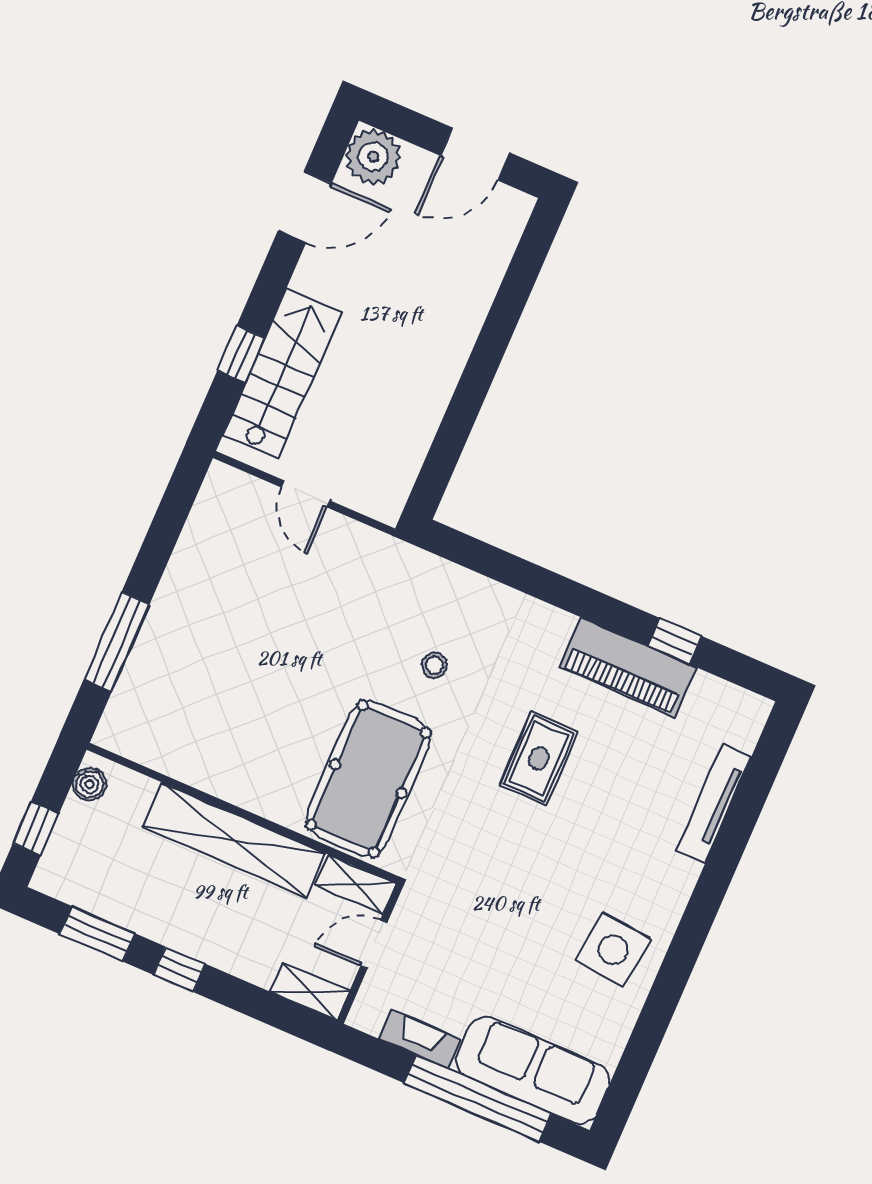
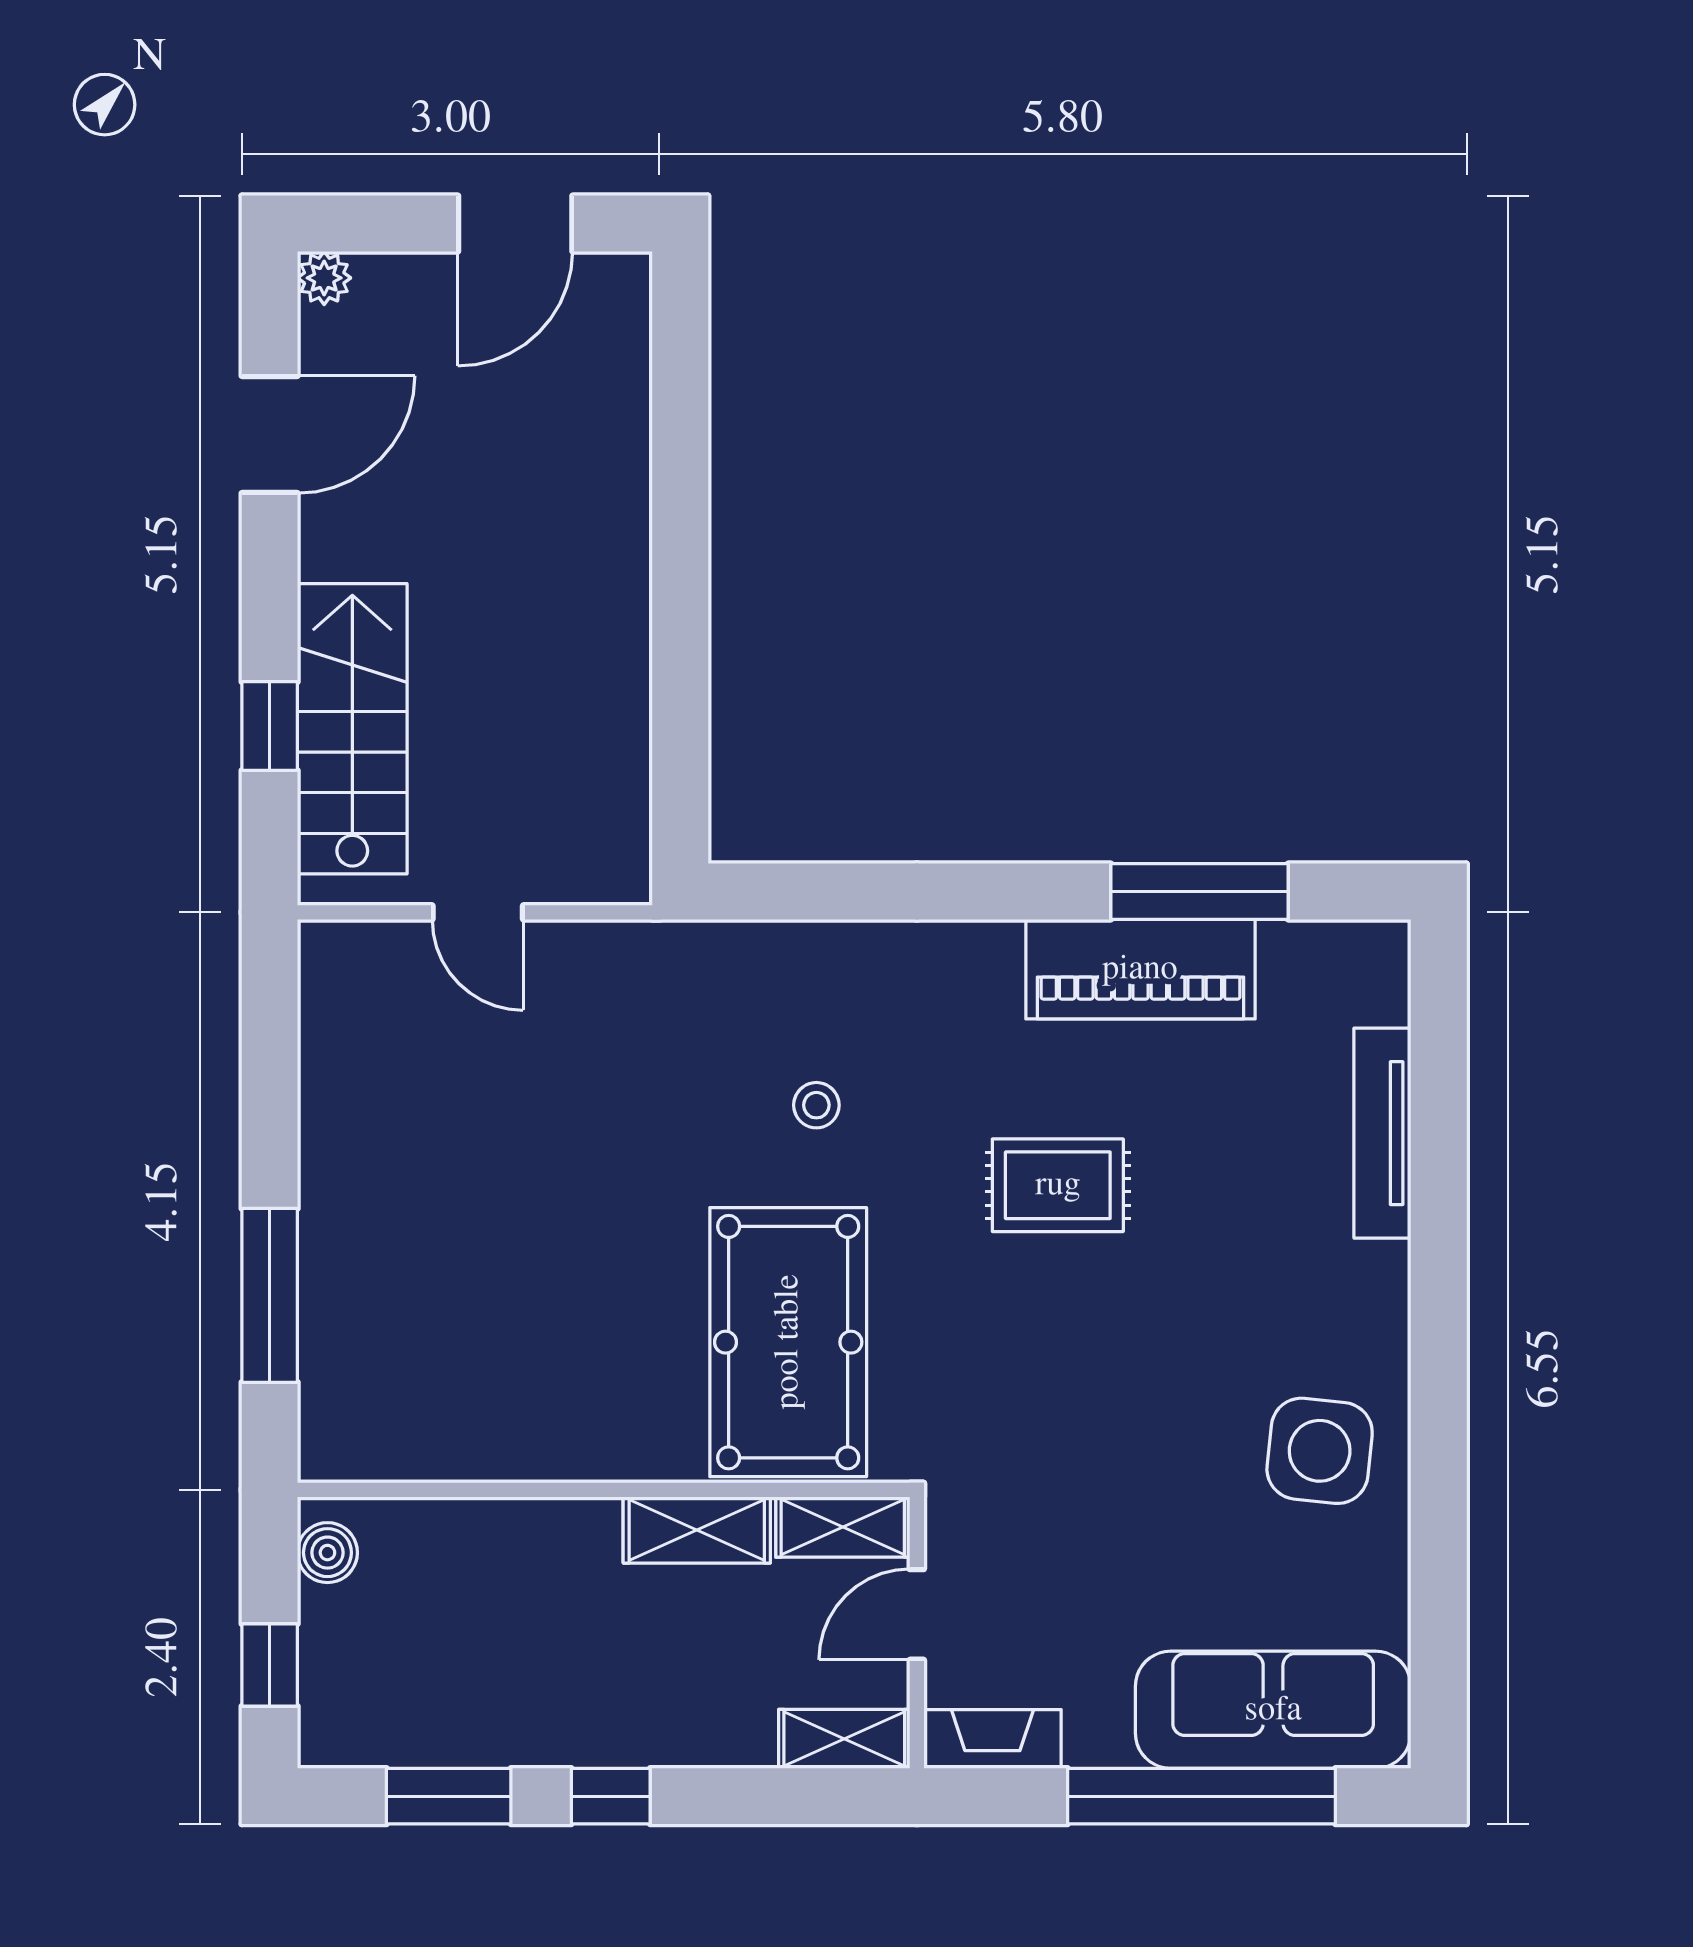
plant: (373, 157) -> (324, 278), width x0.53, depth x0.53
window: (675, 641) -> (1200, 891), width x2.17
rug: (539, 758) -> (1058, 1185), turned 90
shelving: (234, 840) -> (697, 1530), width x0.45, depth x0.75
fireplace: (419, 1039) -> (992, 1739), moved

